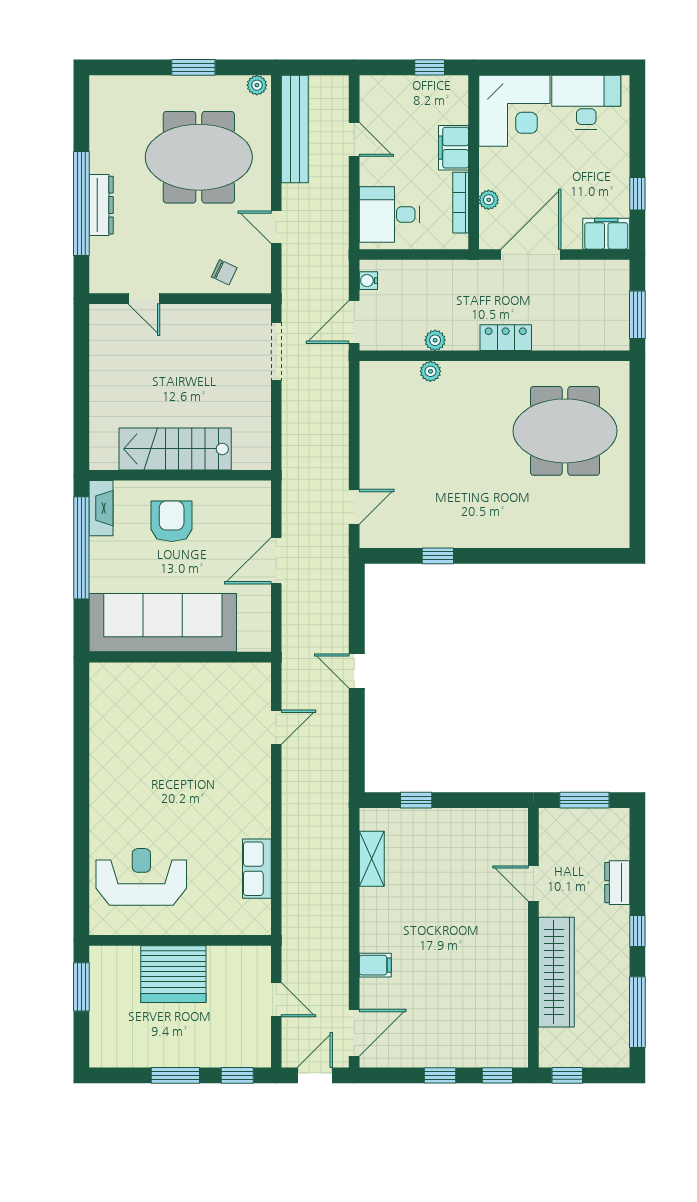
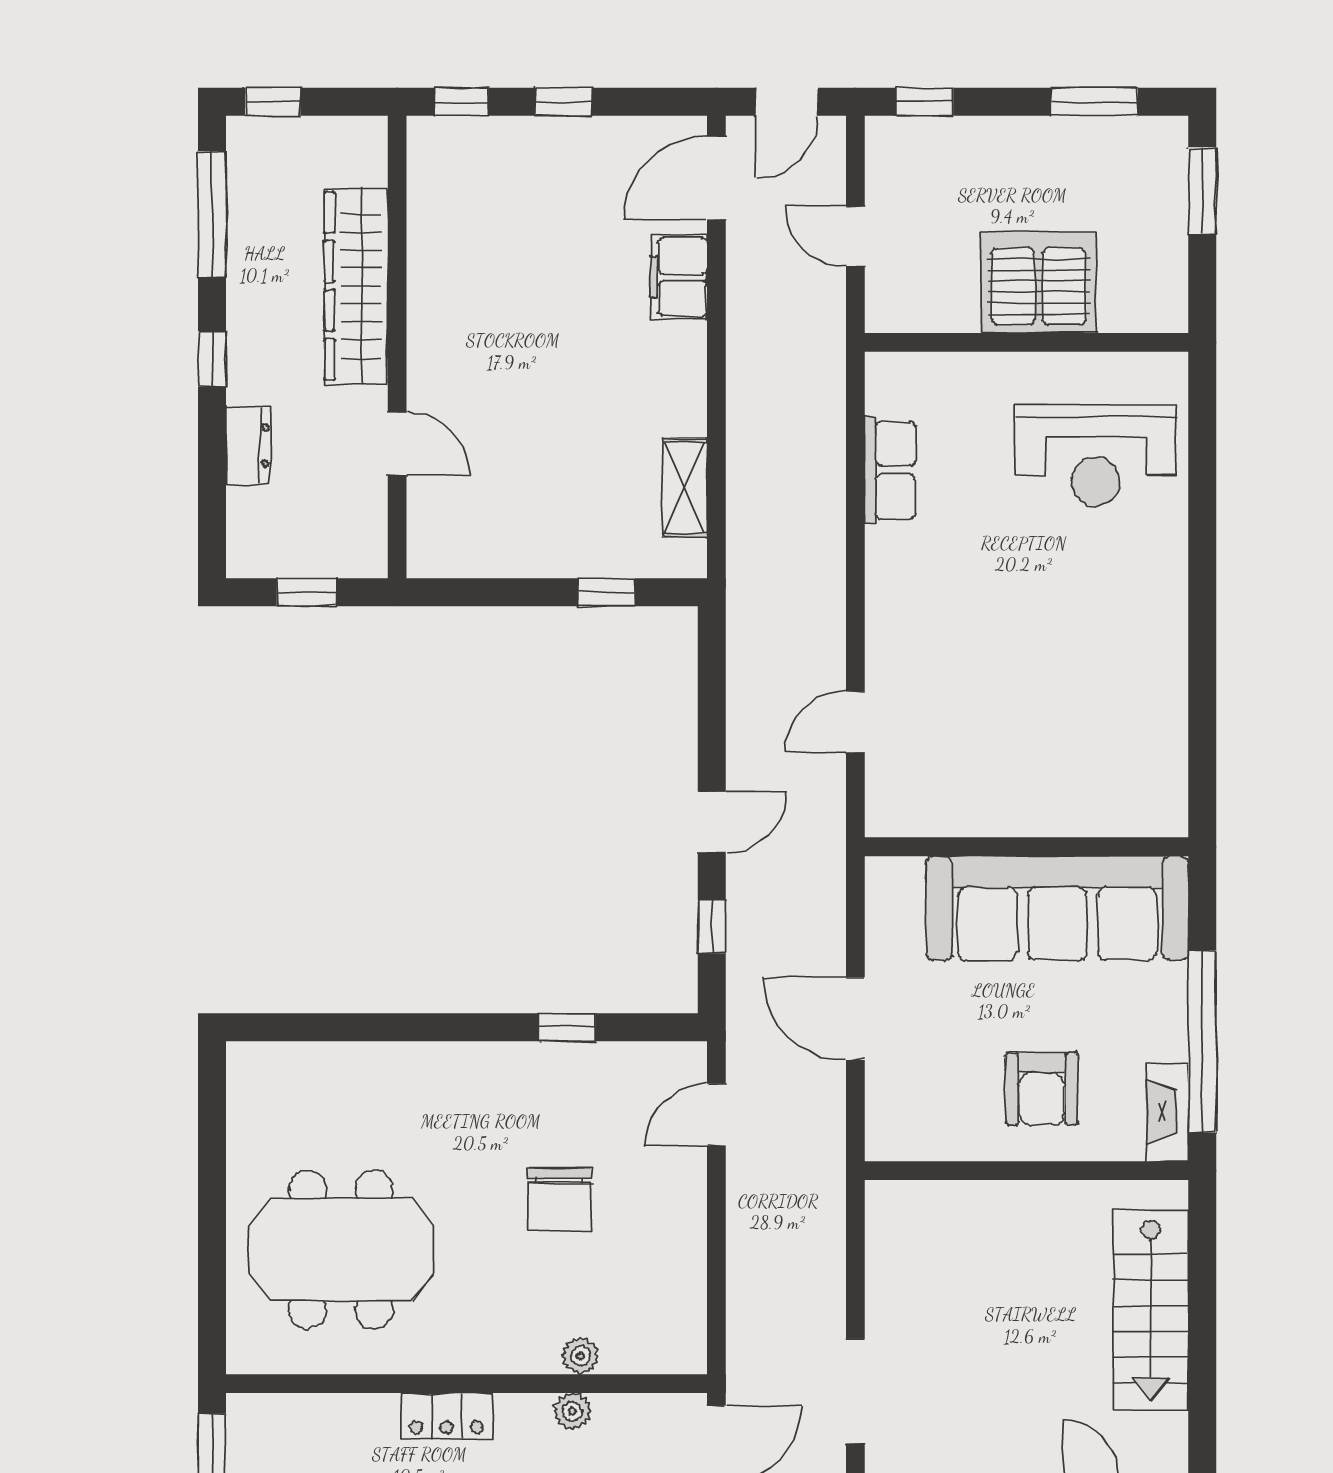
stairs: (175, 449) -> (1151, 1310), moved, turned 90
chair: (442, 459) -> (560, 1200), added
door: (276, 561) -> (855, 1019), swing flipped
window: (357, 612) -> (712, 926), added
door: (357, 671) -> (712, 822), hinge flipped
window: (584, 800) -> (306, 592), width x0.67
filing cabinet: (375, 965) -> (679, 277), width x2.00
window: (81, 987) -> (1202, 191), moved
window: (175, 1075) -> (1095, 102), moved
window: (567, 1075) -> (273, 102), moved

